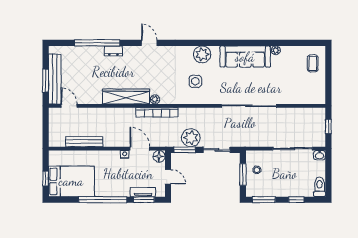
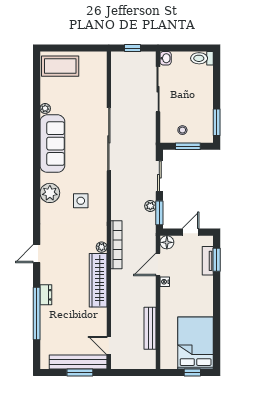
coffee table: (313, 63) -> (60, 66), width x1.86, depth x1.72
door: (69, 106) -> (109, 346), hinge flipped
plant: (191, 138) -> (150, 206), width x0.53, depth x0.53
window: (103, 200) -> (217, 307), removed
window: (296, 200) -> (217, 85), removed

